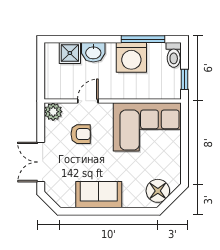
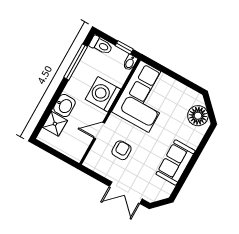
washing machine: (131, 57) -> (103, 94), moved, turned 180
bidet: (173, 94) -> (130, 63), added
door: (88, 101) -> (99, 131), hinge flipped
plant: (53, 112) -> (93, 162), removed

